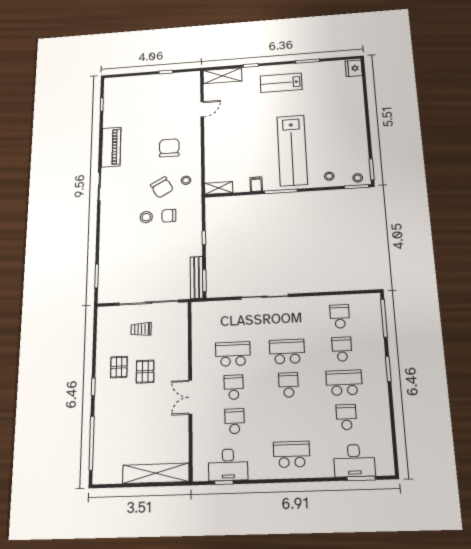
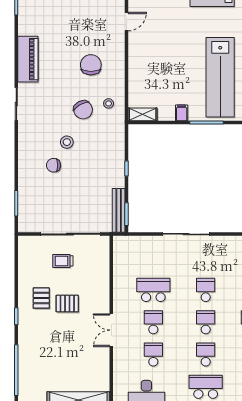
chair: (169, 216) -> (53, 165), moved
school desk: (287, 351) -> (206, 290), width x0.54
pallet: (145, 372) -> (67, 304), turned 90
school desk: (290, 419) -> (206, 355), added

